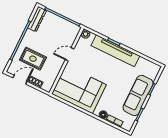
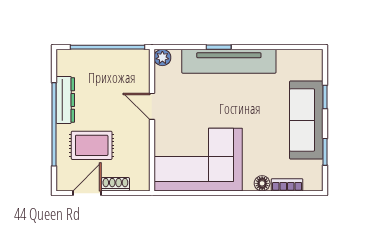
dresser: (37, 19) -> (65, 100), moved
door: (70, 54) -> (152, 106), hinge flipped

